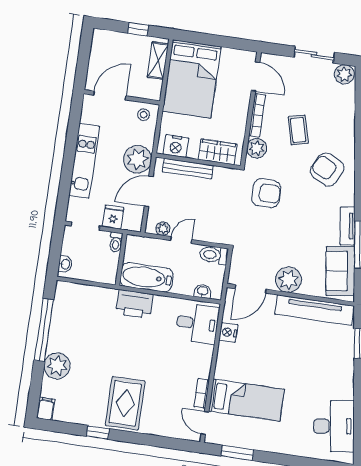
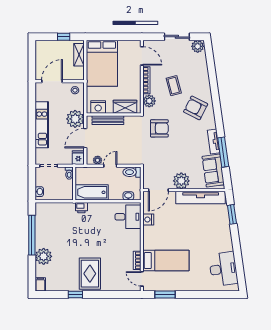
fridge: (113, 217) -> (78, 158), moved
printer: (134, 304) -> (81, 208), width x0.53, depth x0.68

